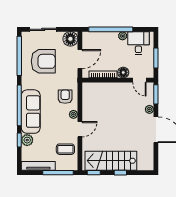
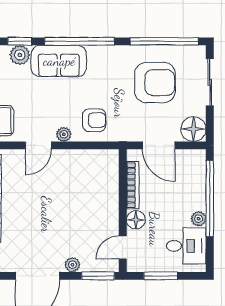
armchair: (43, 61) -> (155, 83), turned -90
sofa: (31, 112) -> (59, 61), width x0.73
door: (80, 129) -> (38, 145), hinge flipped

